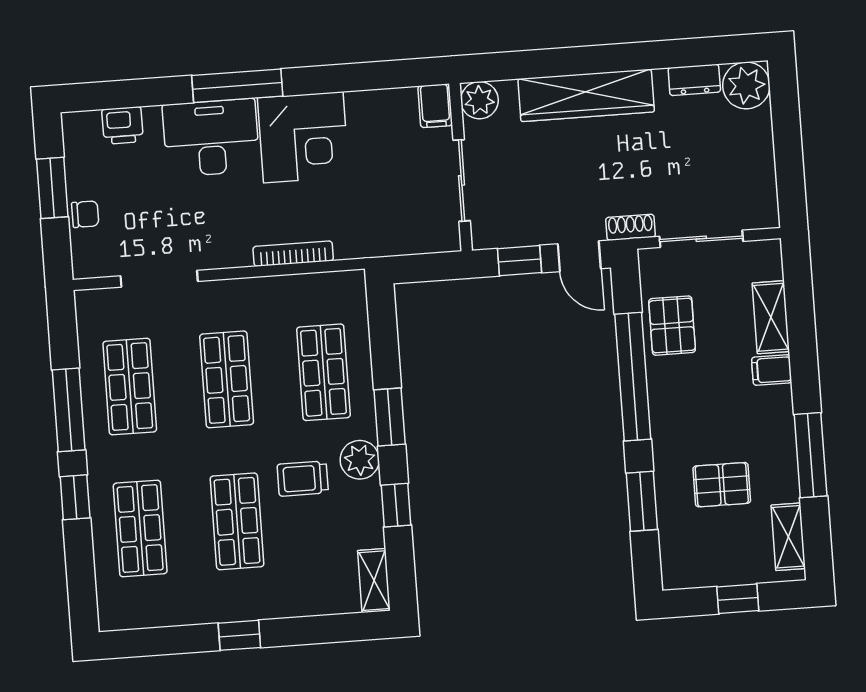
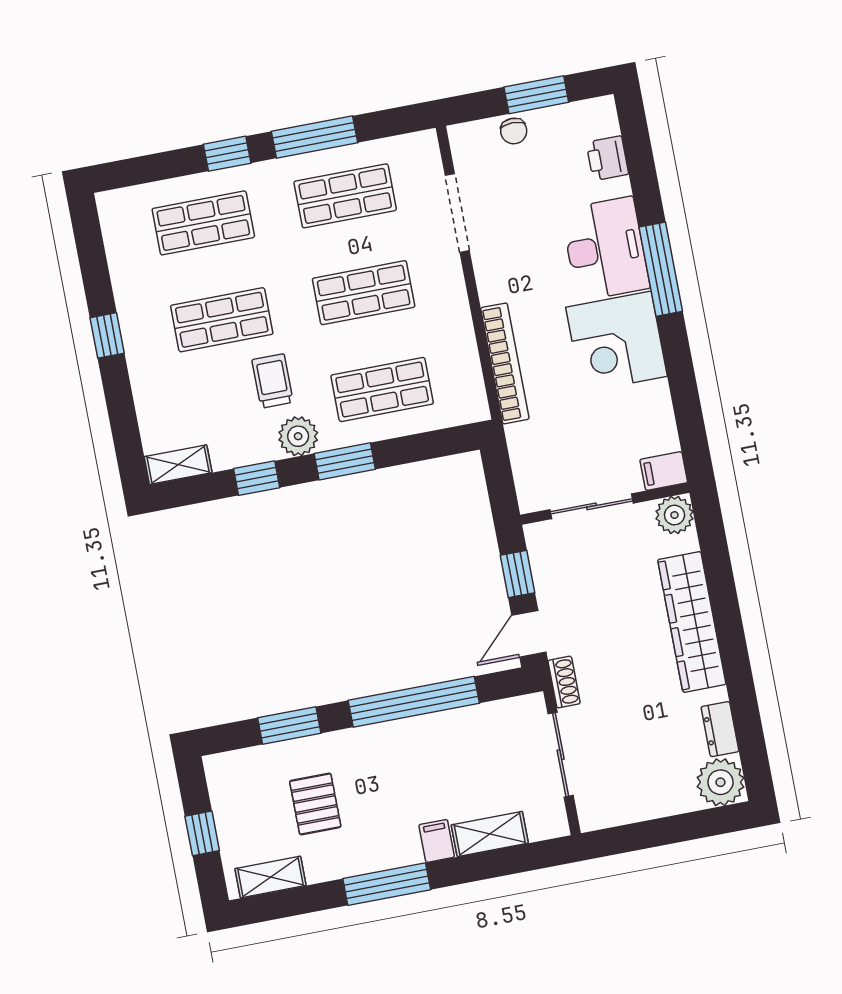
bookcase: (293, 254) -> (505, 363), width x1.48, depth x1.31
pallet: (672, 326) -> (470, 735), removed
window: (811, 455) -> (387, 884), moved

